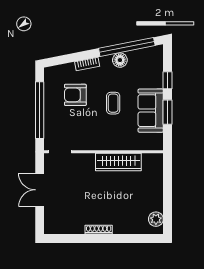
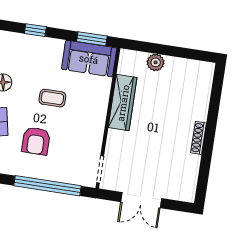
sofa: (151, 111) -> (89, 59), moved
window: (167, 112) -> (92, 39), moved
plant: (156, 219) -> (156, 62), moved

